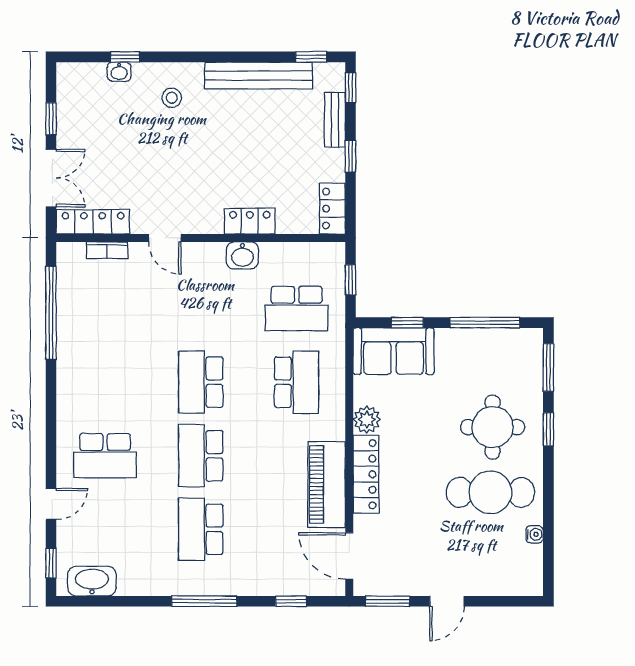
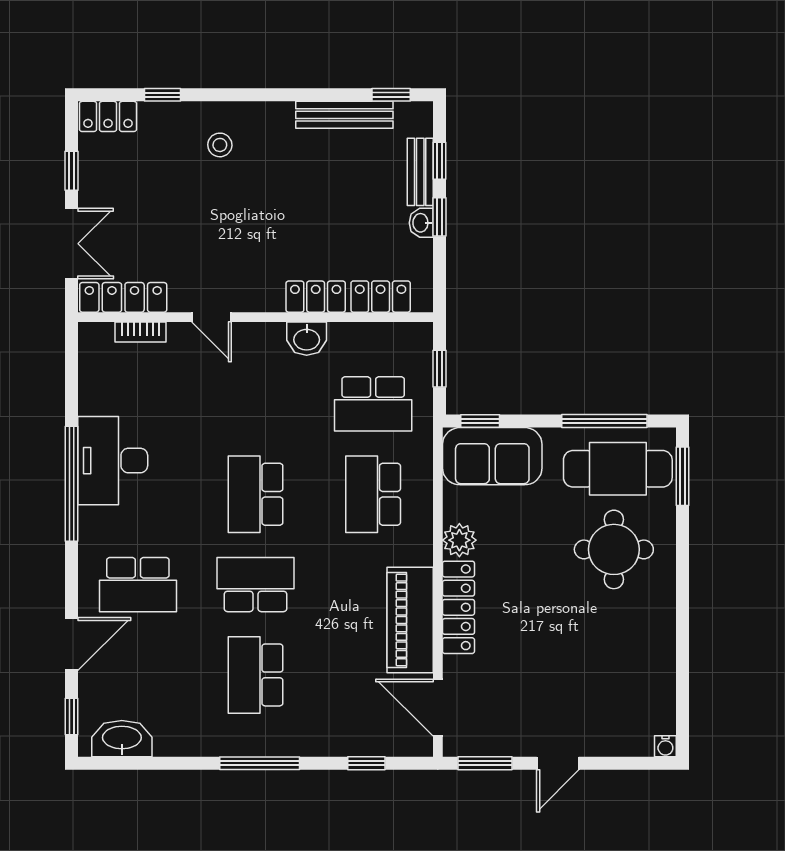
washbasin: (119, 72) -> (421, 223), moved, turned 90
locker: (81, 74) -> (108, 116), added
bench: (259, 76) -> (344, 115), width x0.73, depth x0.82
window: (351, 88) -> (439, 161), moved
locker: (332, 209) -> (381, 297), moved, turned 90
window: (51, 313) -> (72, 484), moved
window: (407, 323) -> (480, 421), moved
desk: (85, 355) -> (113, 461), added
school desk: (297, 382) -> (373, 494), turned 180
window: (548, 429) -> (682, 552), removed
school desk: (201, 456) -> (256, 585), turned 90
cafe table: (490, 492) -> (618, 469), moved
door: (51, 504) -> (72, 644), width x1.37
water cooler: (535, 534) -> (665, 746), moved, turned 90

